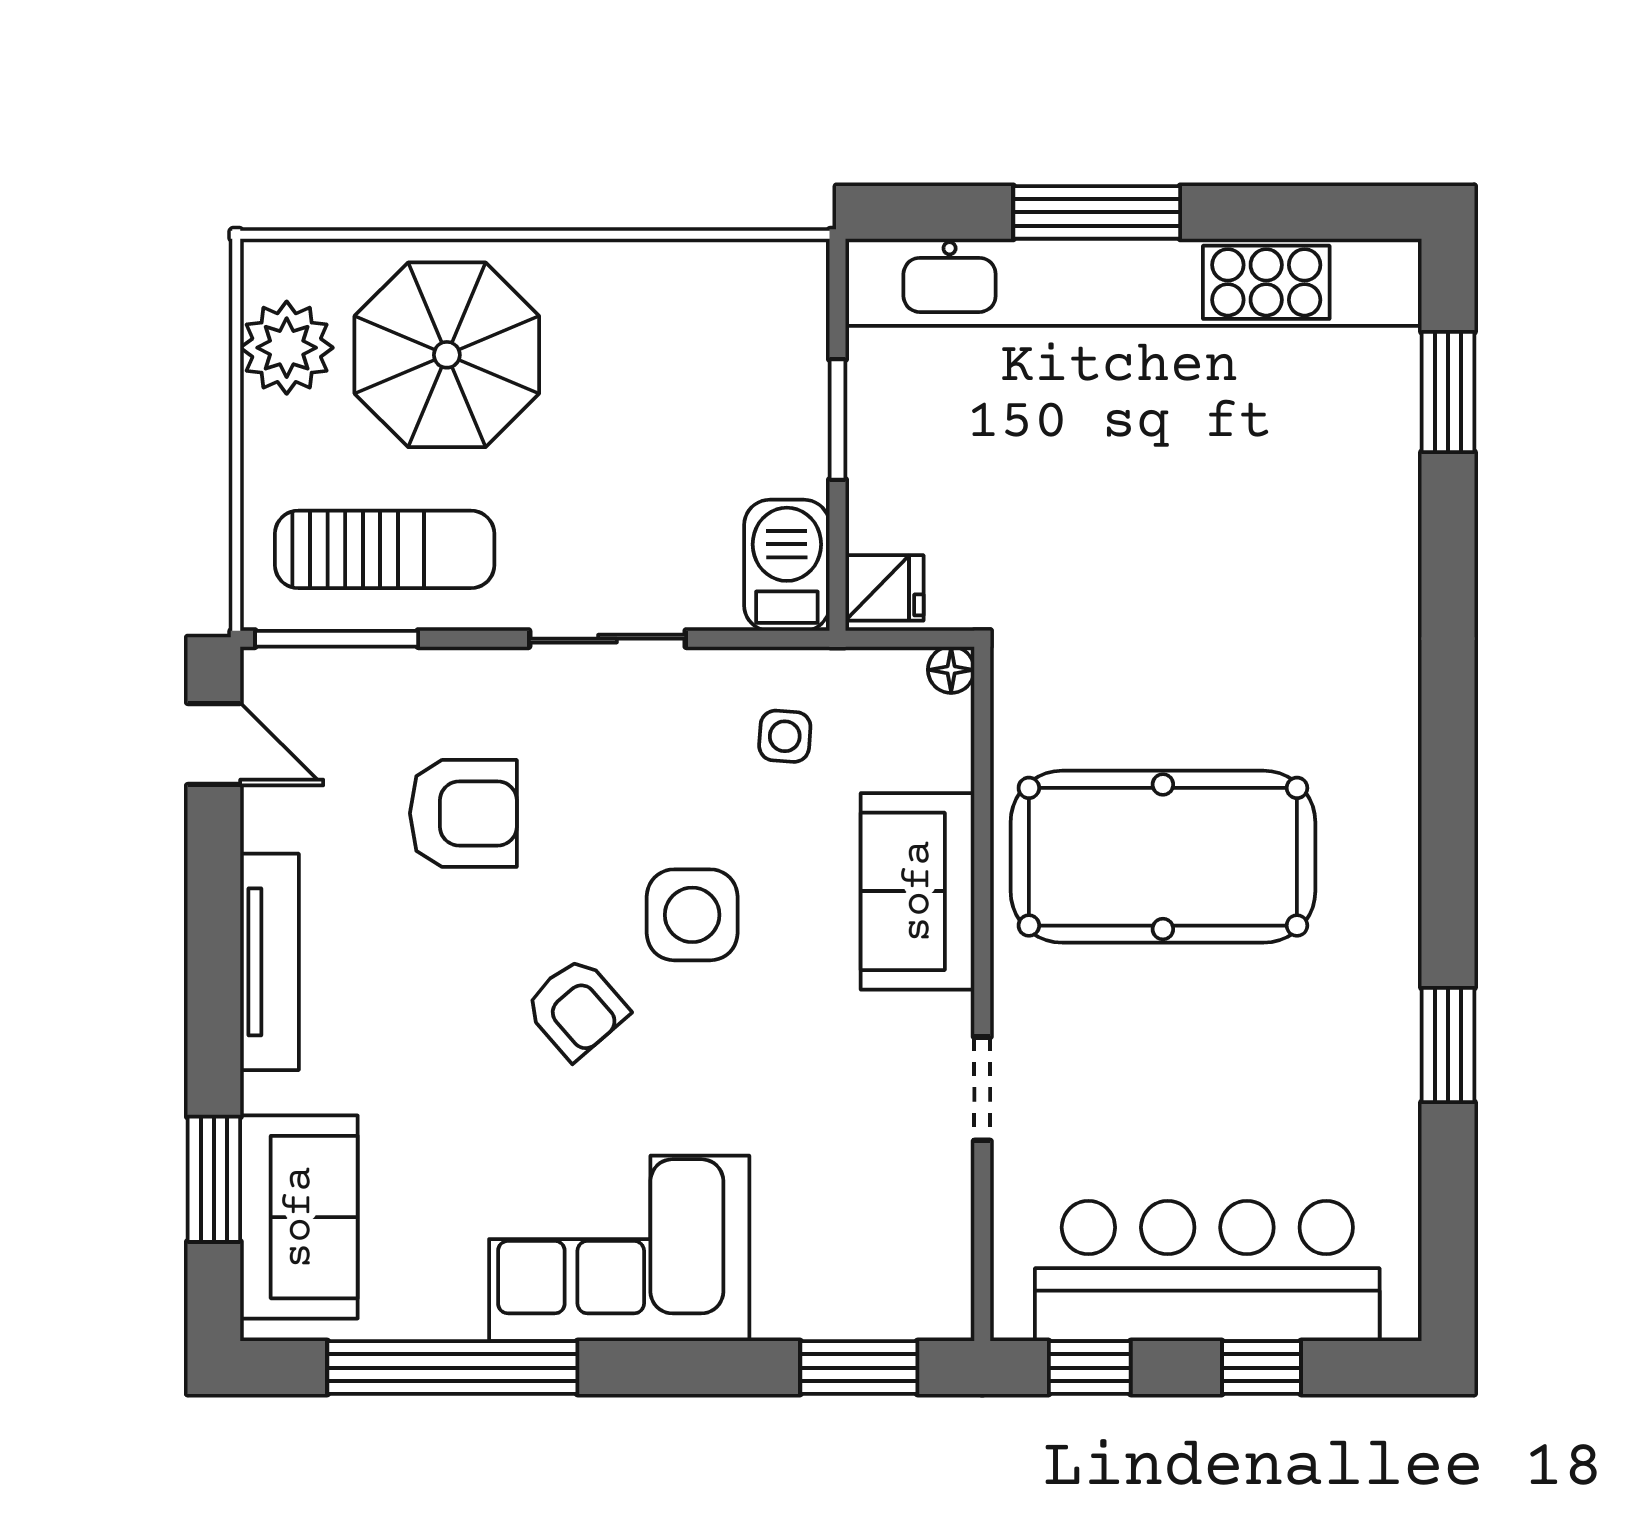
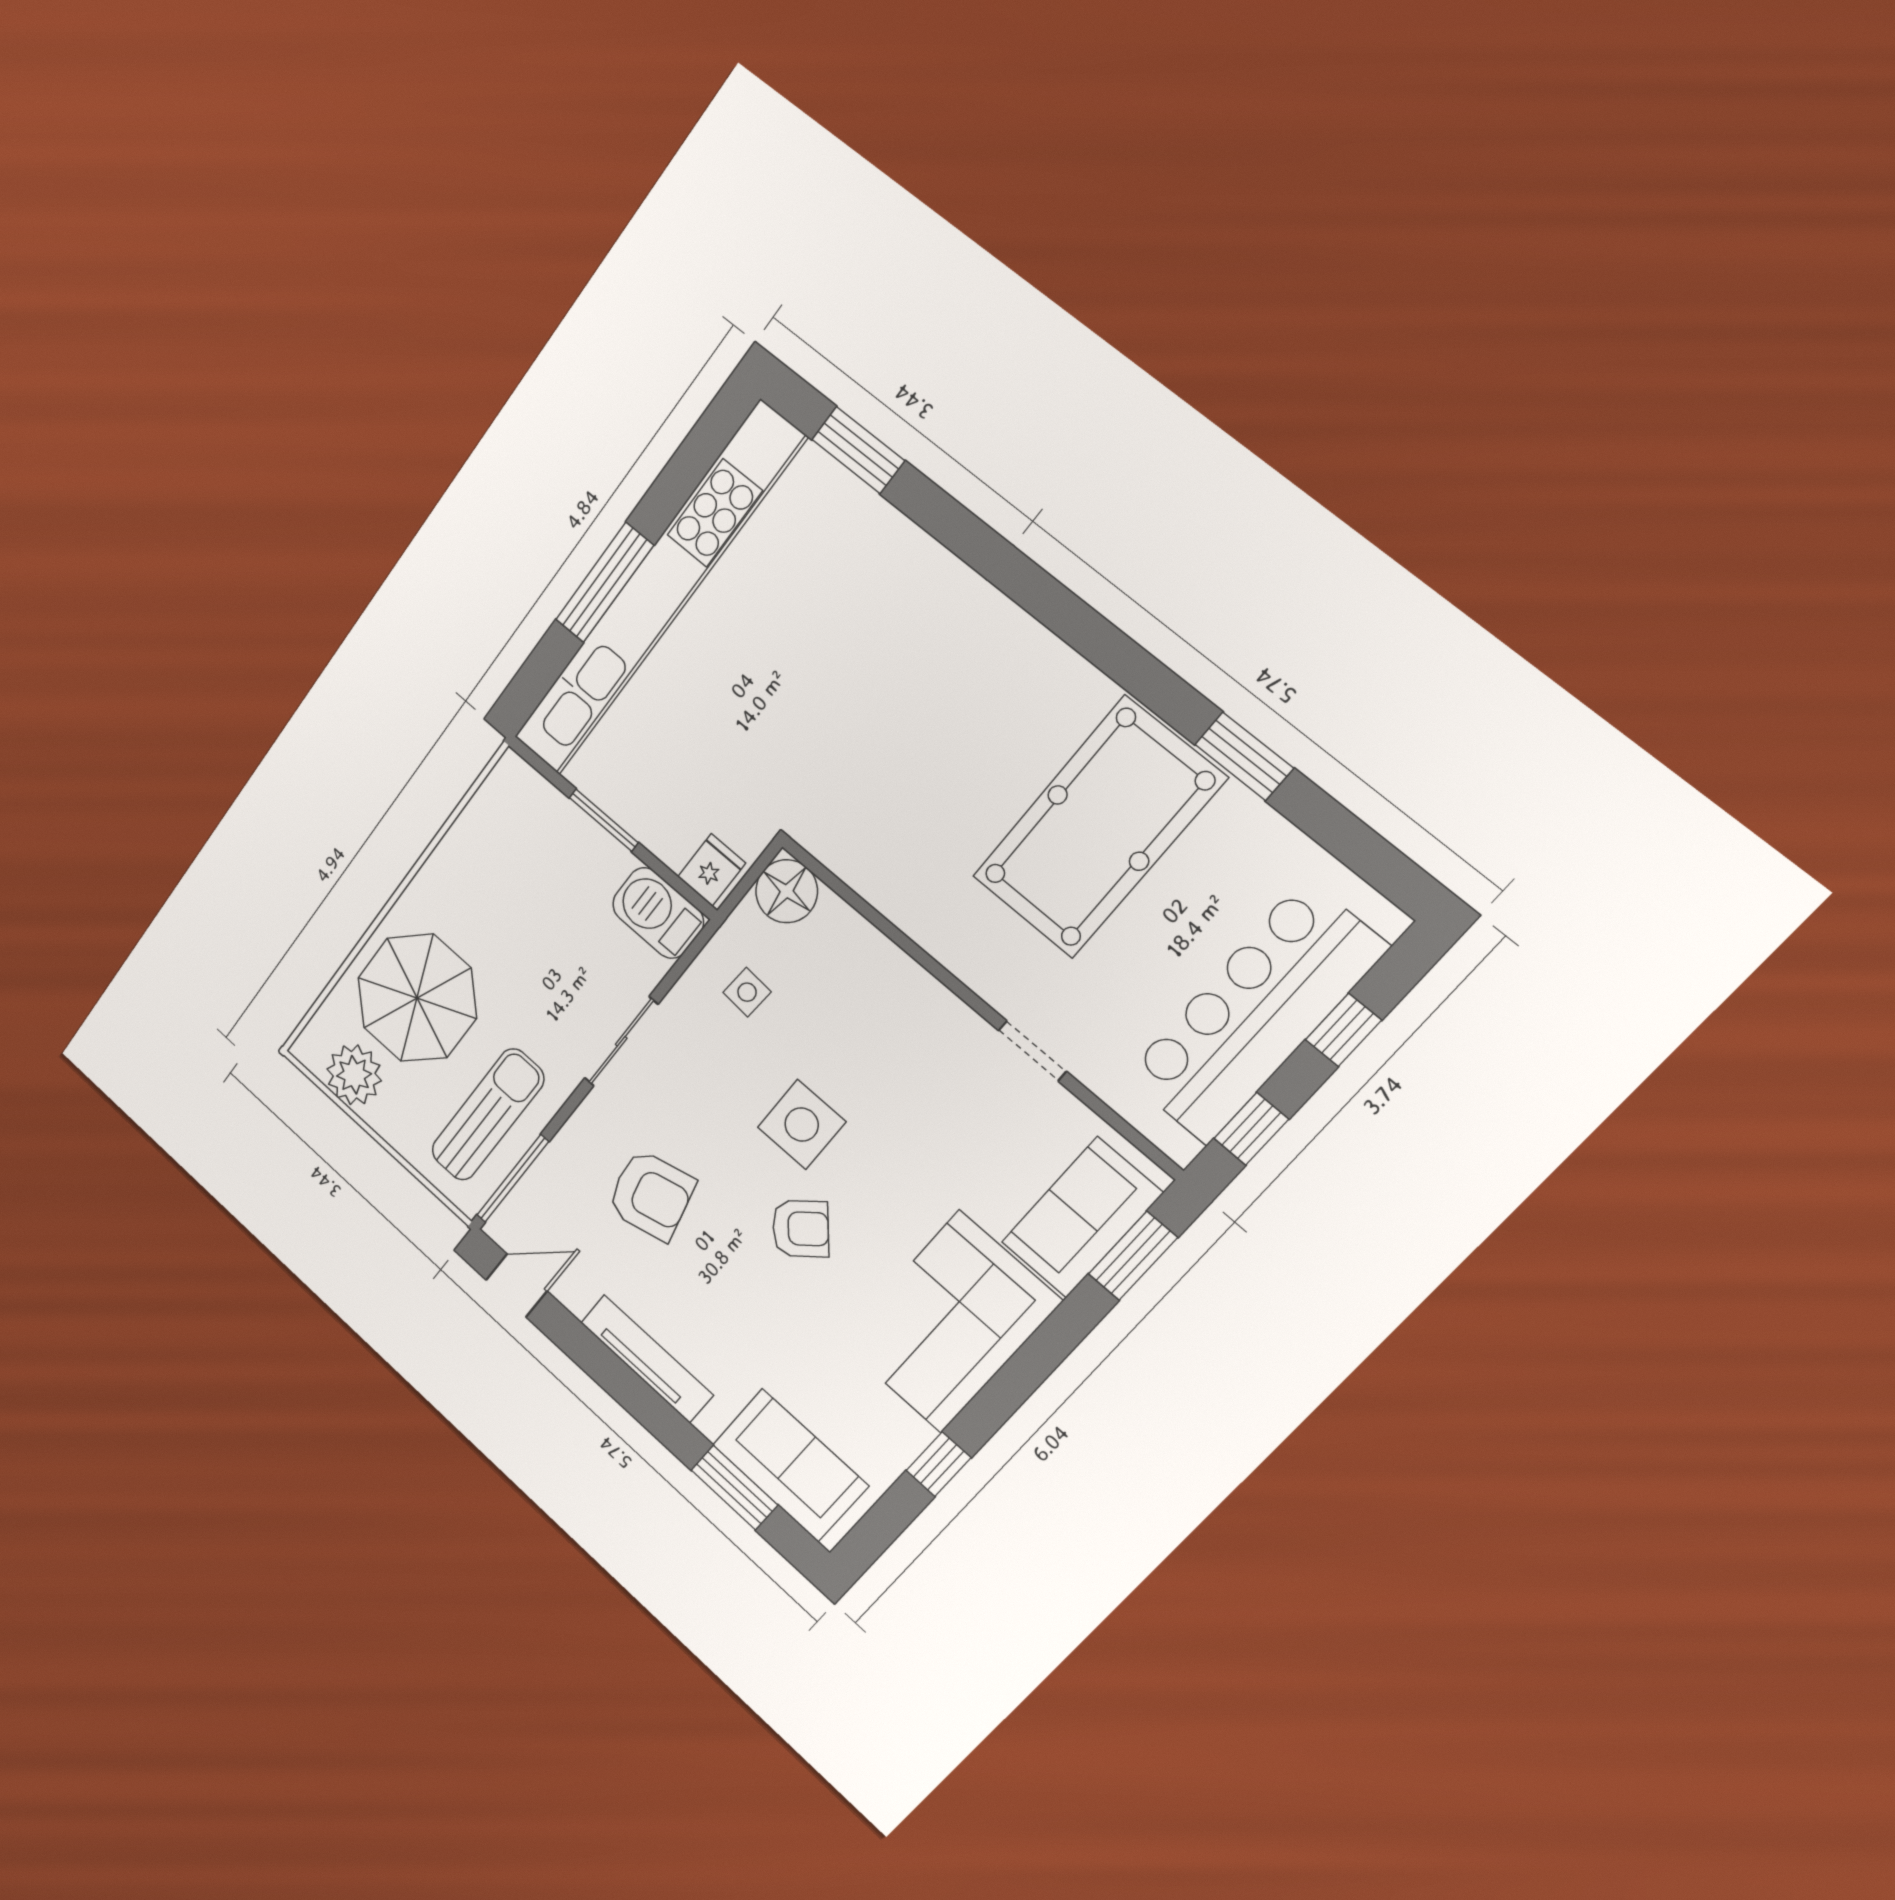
floor lamp: (951, 670) -> (787, 891), width x1.89, depth x1.89
armchair: (463, 813) -> (651, 1195), turned 76
pool table: (1163, 857) -> (1098, 828), moved
sofa: (918, 891) -> (1082, 1218), moved, turned 90
window: (452, 1368) -> (939, 1464), width x0.32

